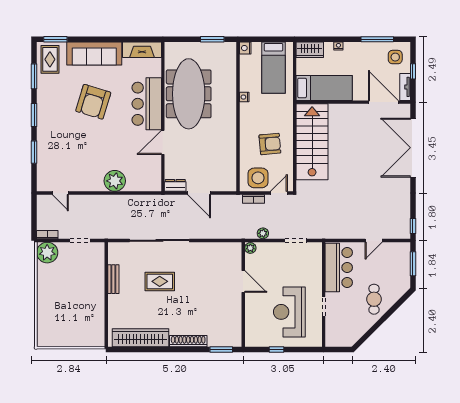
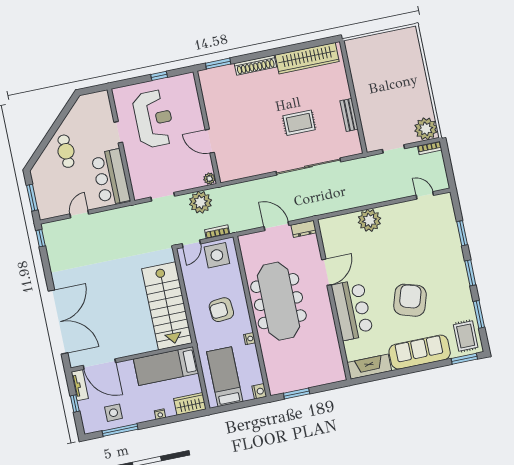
side table: (395, 57) -> (113, 413), moved
meeting table: (189, 94) -> (278, 301), moved
armchair: (270, 144) -> (221, 310), moved
plant: (263, 233) -> (200, 202), width x1.87, depth x1.87

